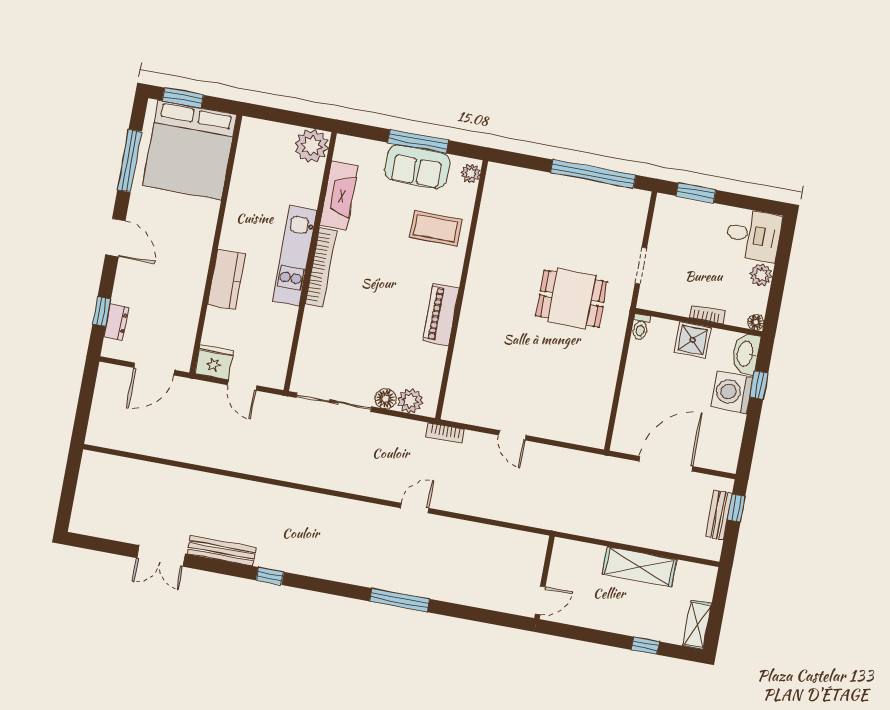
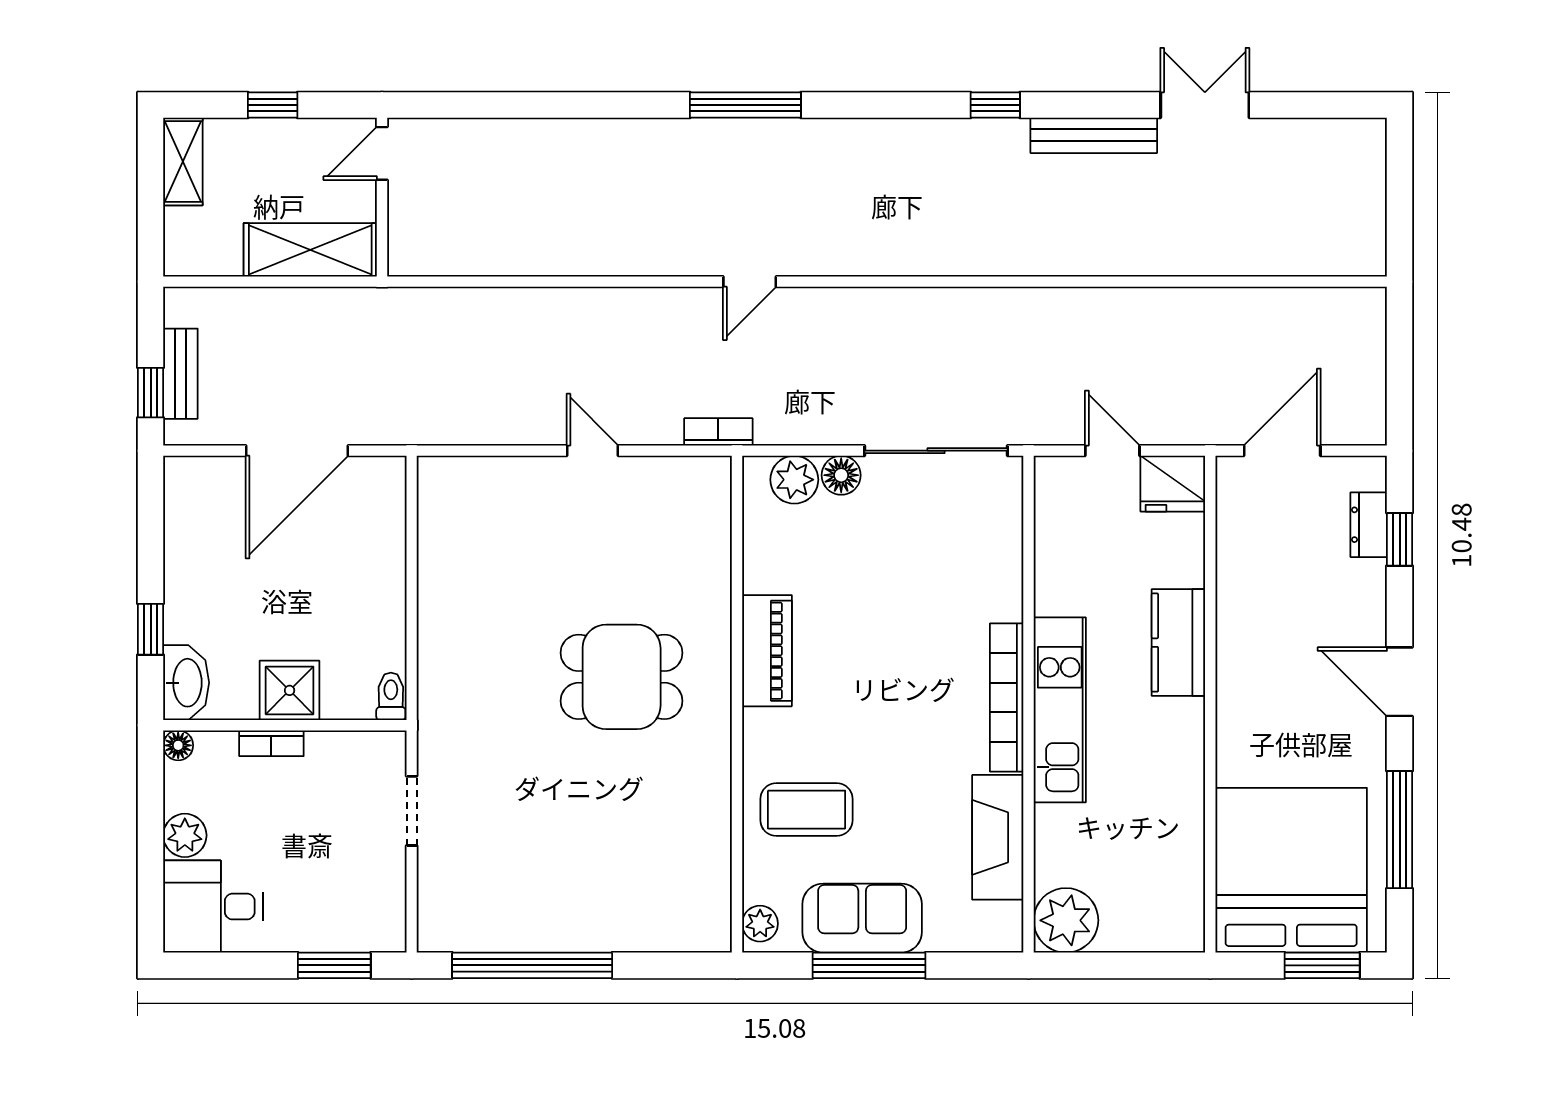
dining table: (571, 299) -> (622, 677), moved
washing machine: (732, 392) -> (198, 607), removed
wall: (544, 577) -> (382, 197), moved
door: (540, 600) -> (382, 153), moved

